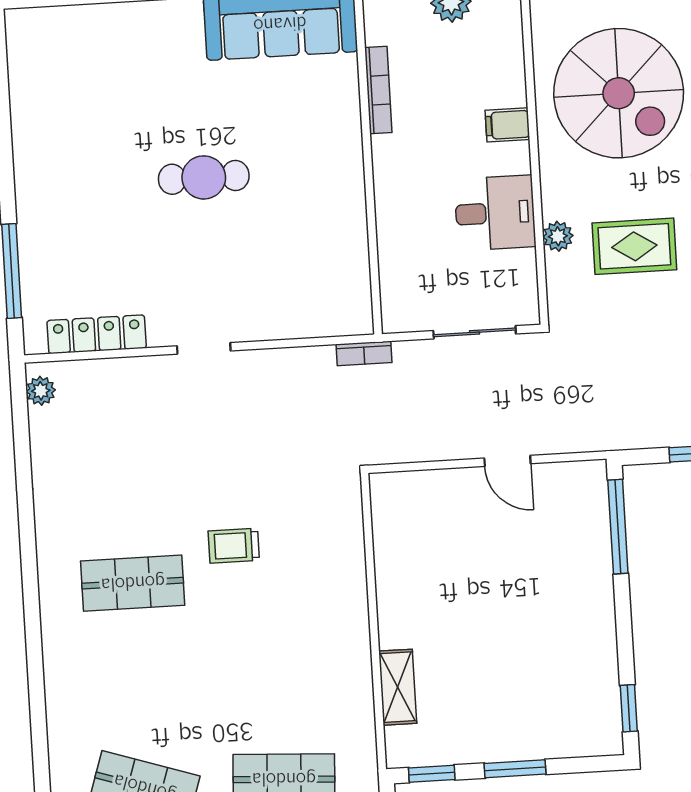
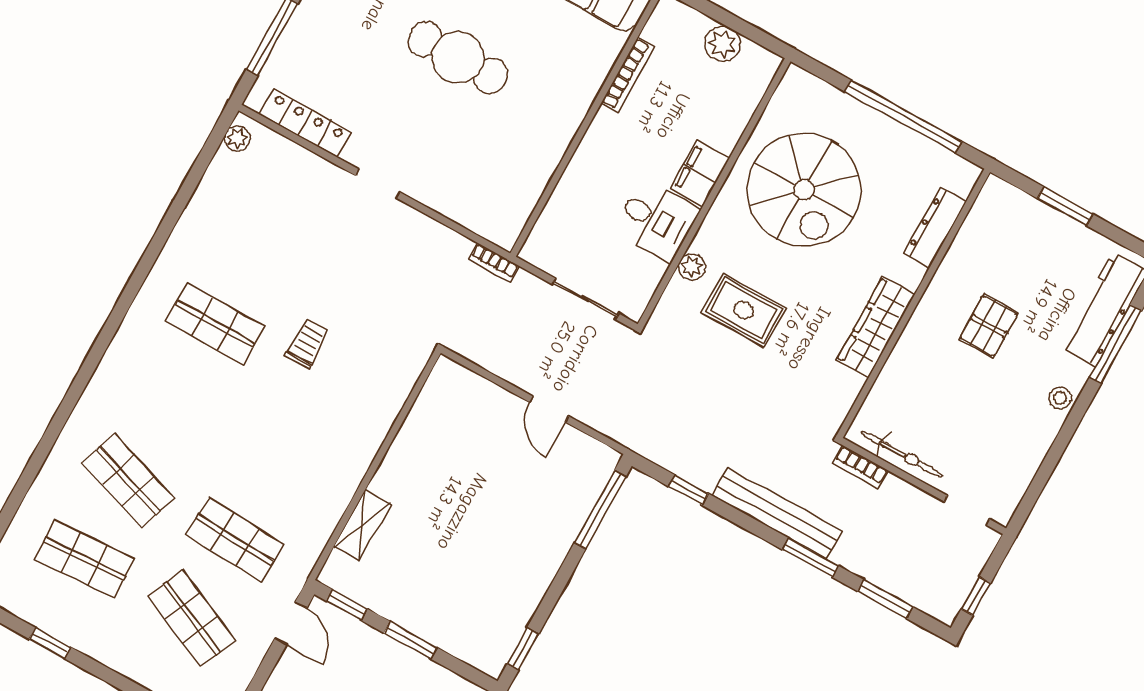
filing cabinet: (507, 125) -> (700, 173), width x2.00
cafe table: (204, 177) -> (458, 57), width x1.37, depth x1.35
trolley: (234, 546) -> (307, 344), turned 90

